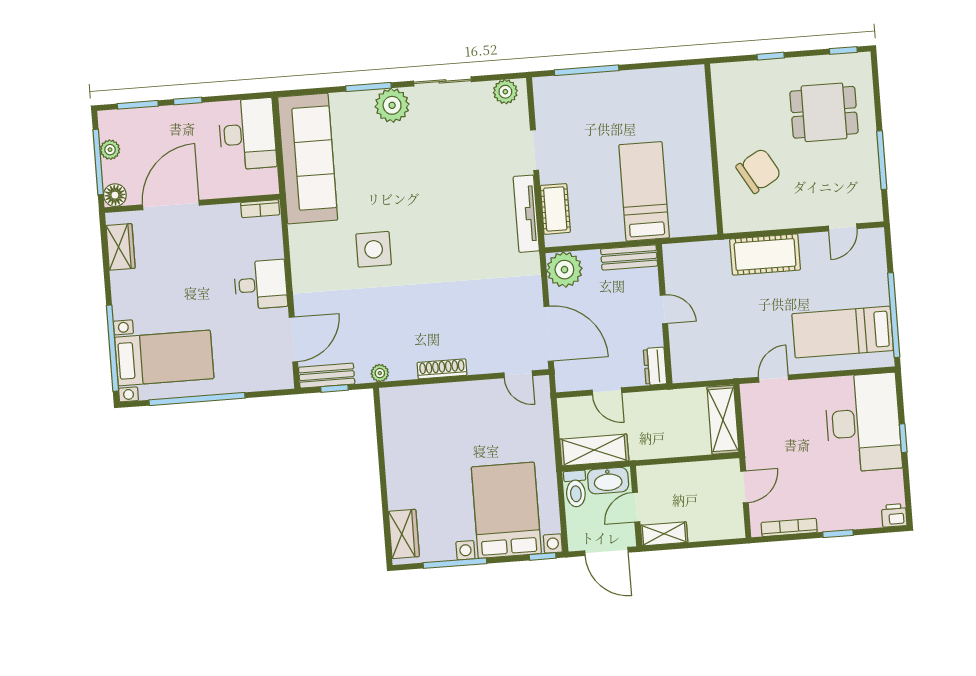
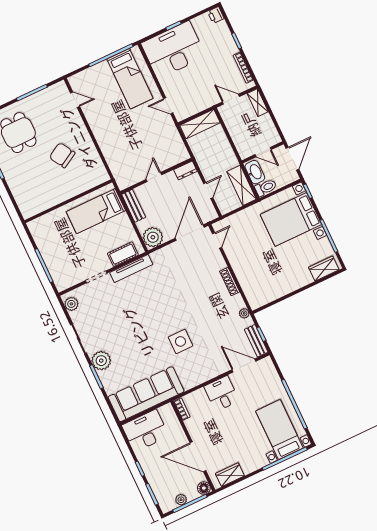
wall: (714, 149) -> (68, 201), moved
cot: (765, 254) -> (105, 135), removed
shelving: (664, 534) -> (258, 103), moved

